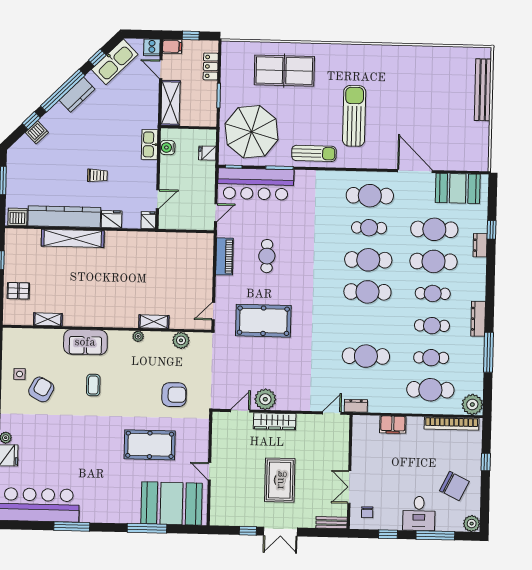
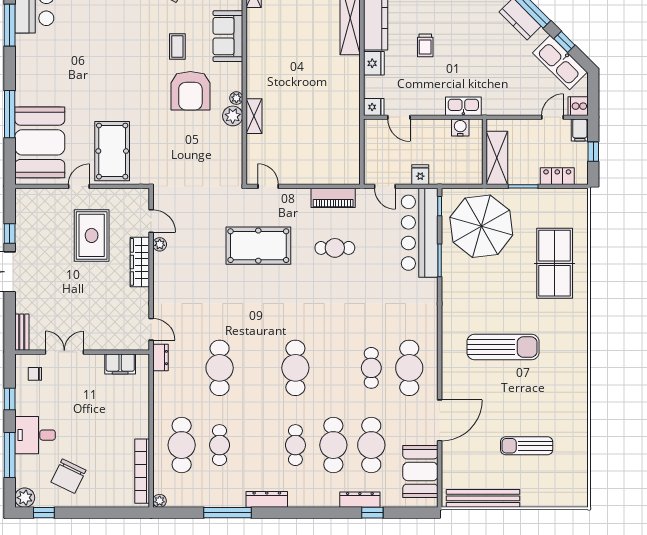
bench: (483, 90) -> (483, 498), moved
shelving: (170, 103) -> (497, 158), moved, turned 90
fridge: (207, 153) -> (420, 175), moved
sun lounger: (314, 153) -> (527, 446), moved, turned 90
dresser: (480, 245) -> (360, 500), width x1.44
cafe table: (368, 260) -> (333, 368), removed
pool table: (263, 321) -> (258, 246), turned 90
cafe table: (432, 326) -> (257, 445), removed
plant: (181, 340) -> (233, 116), moved
coffee table: (93, 385) -> (177, 47), turned 90
armchair: (174, 395) -> (190, 91), moved, width x1.36, depth x1.36
plant: (265, 399) -> (160, 244), width x0.53, depth x0.53
plant: (472, 404) -> (160, 501), width x0.53, depth x0.53
filing cabinet: (393, 425) -> (120, 364), moved, turned -90
pool table: (150, 445) -> (112, 151), moved
window: (486, 462) -> (44, 513), moved
rug: (280, 480) -> (92, 235), moved, turned 90

